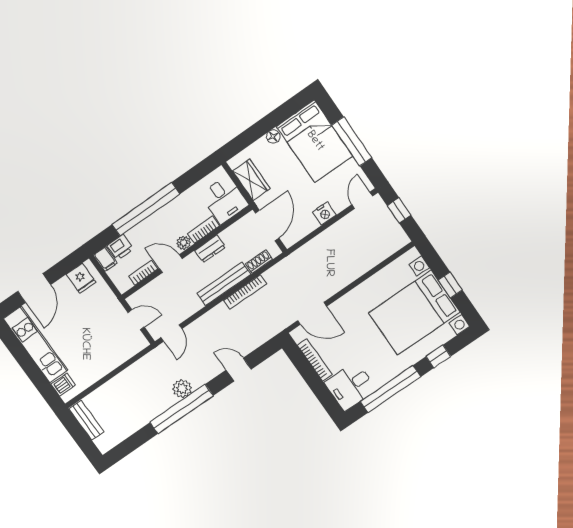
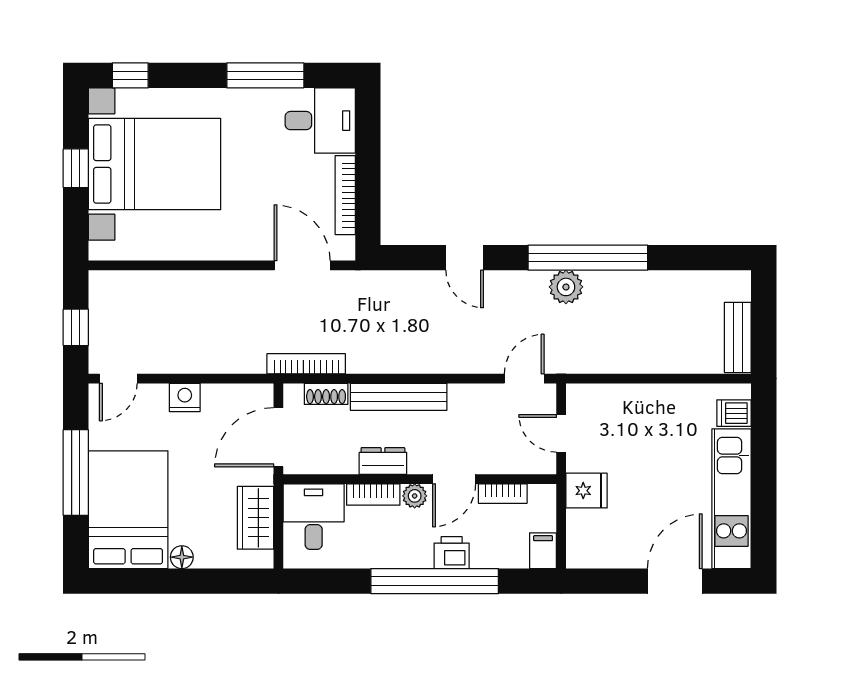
printer: (120, 247) -> (452, 553), moved
door: (171, 264) -> (454, 479), hinge flipped
fridge: (81, 278) -> (587, 491), moved, turned 90
bookcase: (245, 292) -> (306, 364), moved
window: (438, 356) -> (130, 75), moved
window: (390, 389) -> (265, 75), width x0.68

